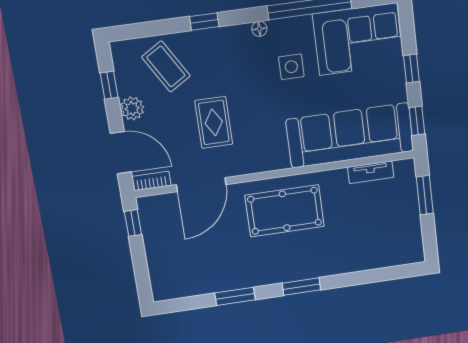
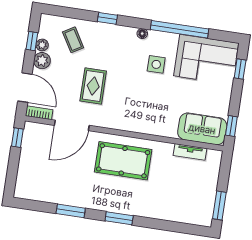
coffee table: (166, 66) -> (73, 40), width x0.73, depth x0.77
window: (411, 68) -> (240, 69), moved
plant: (125, 87) -> (42, 45), added
sofa: (350, 135) -> (202, 129), width x0.54, depth x0.79
window: (425, 195) -> (219, 206), moved

